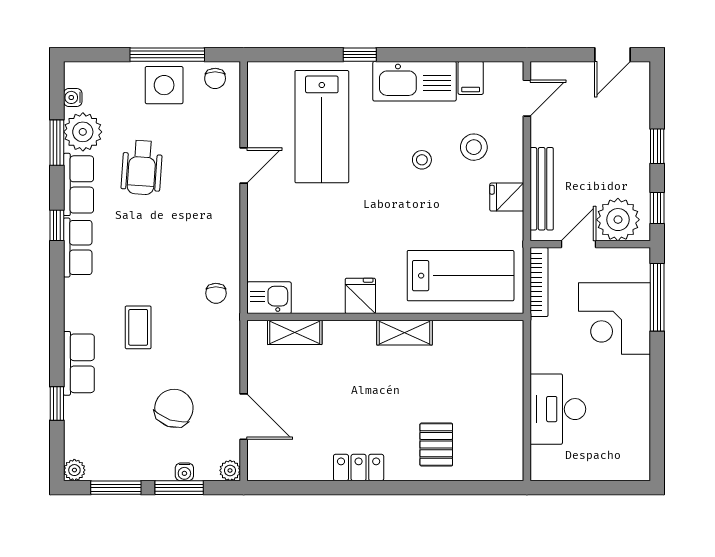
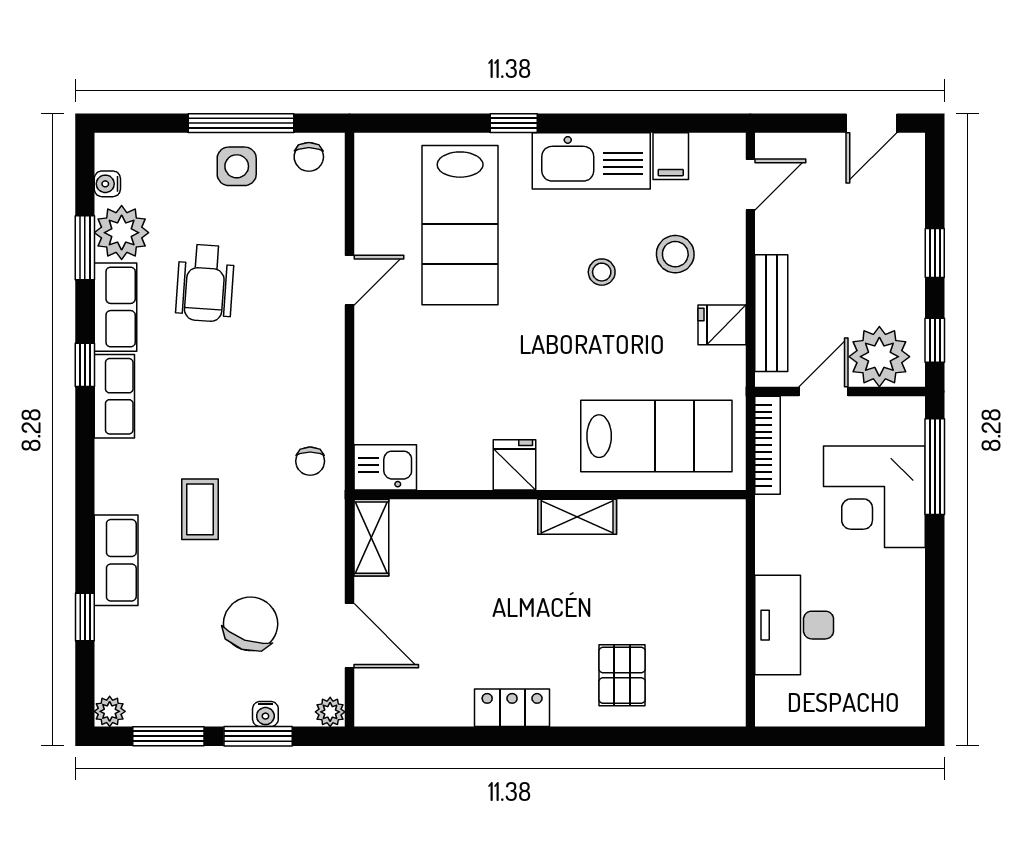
side table: (164, 85) -> (237, 166), width x0.73, depth x0.73
shelving: (295, 332) -> (371, 538), moved, turned 90

